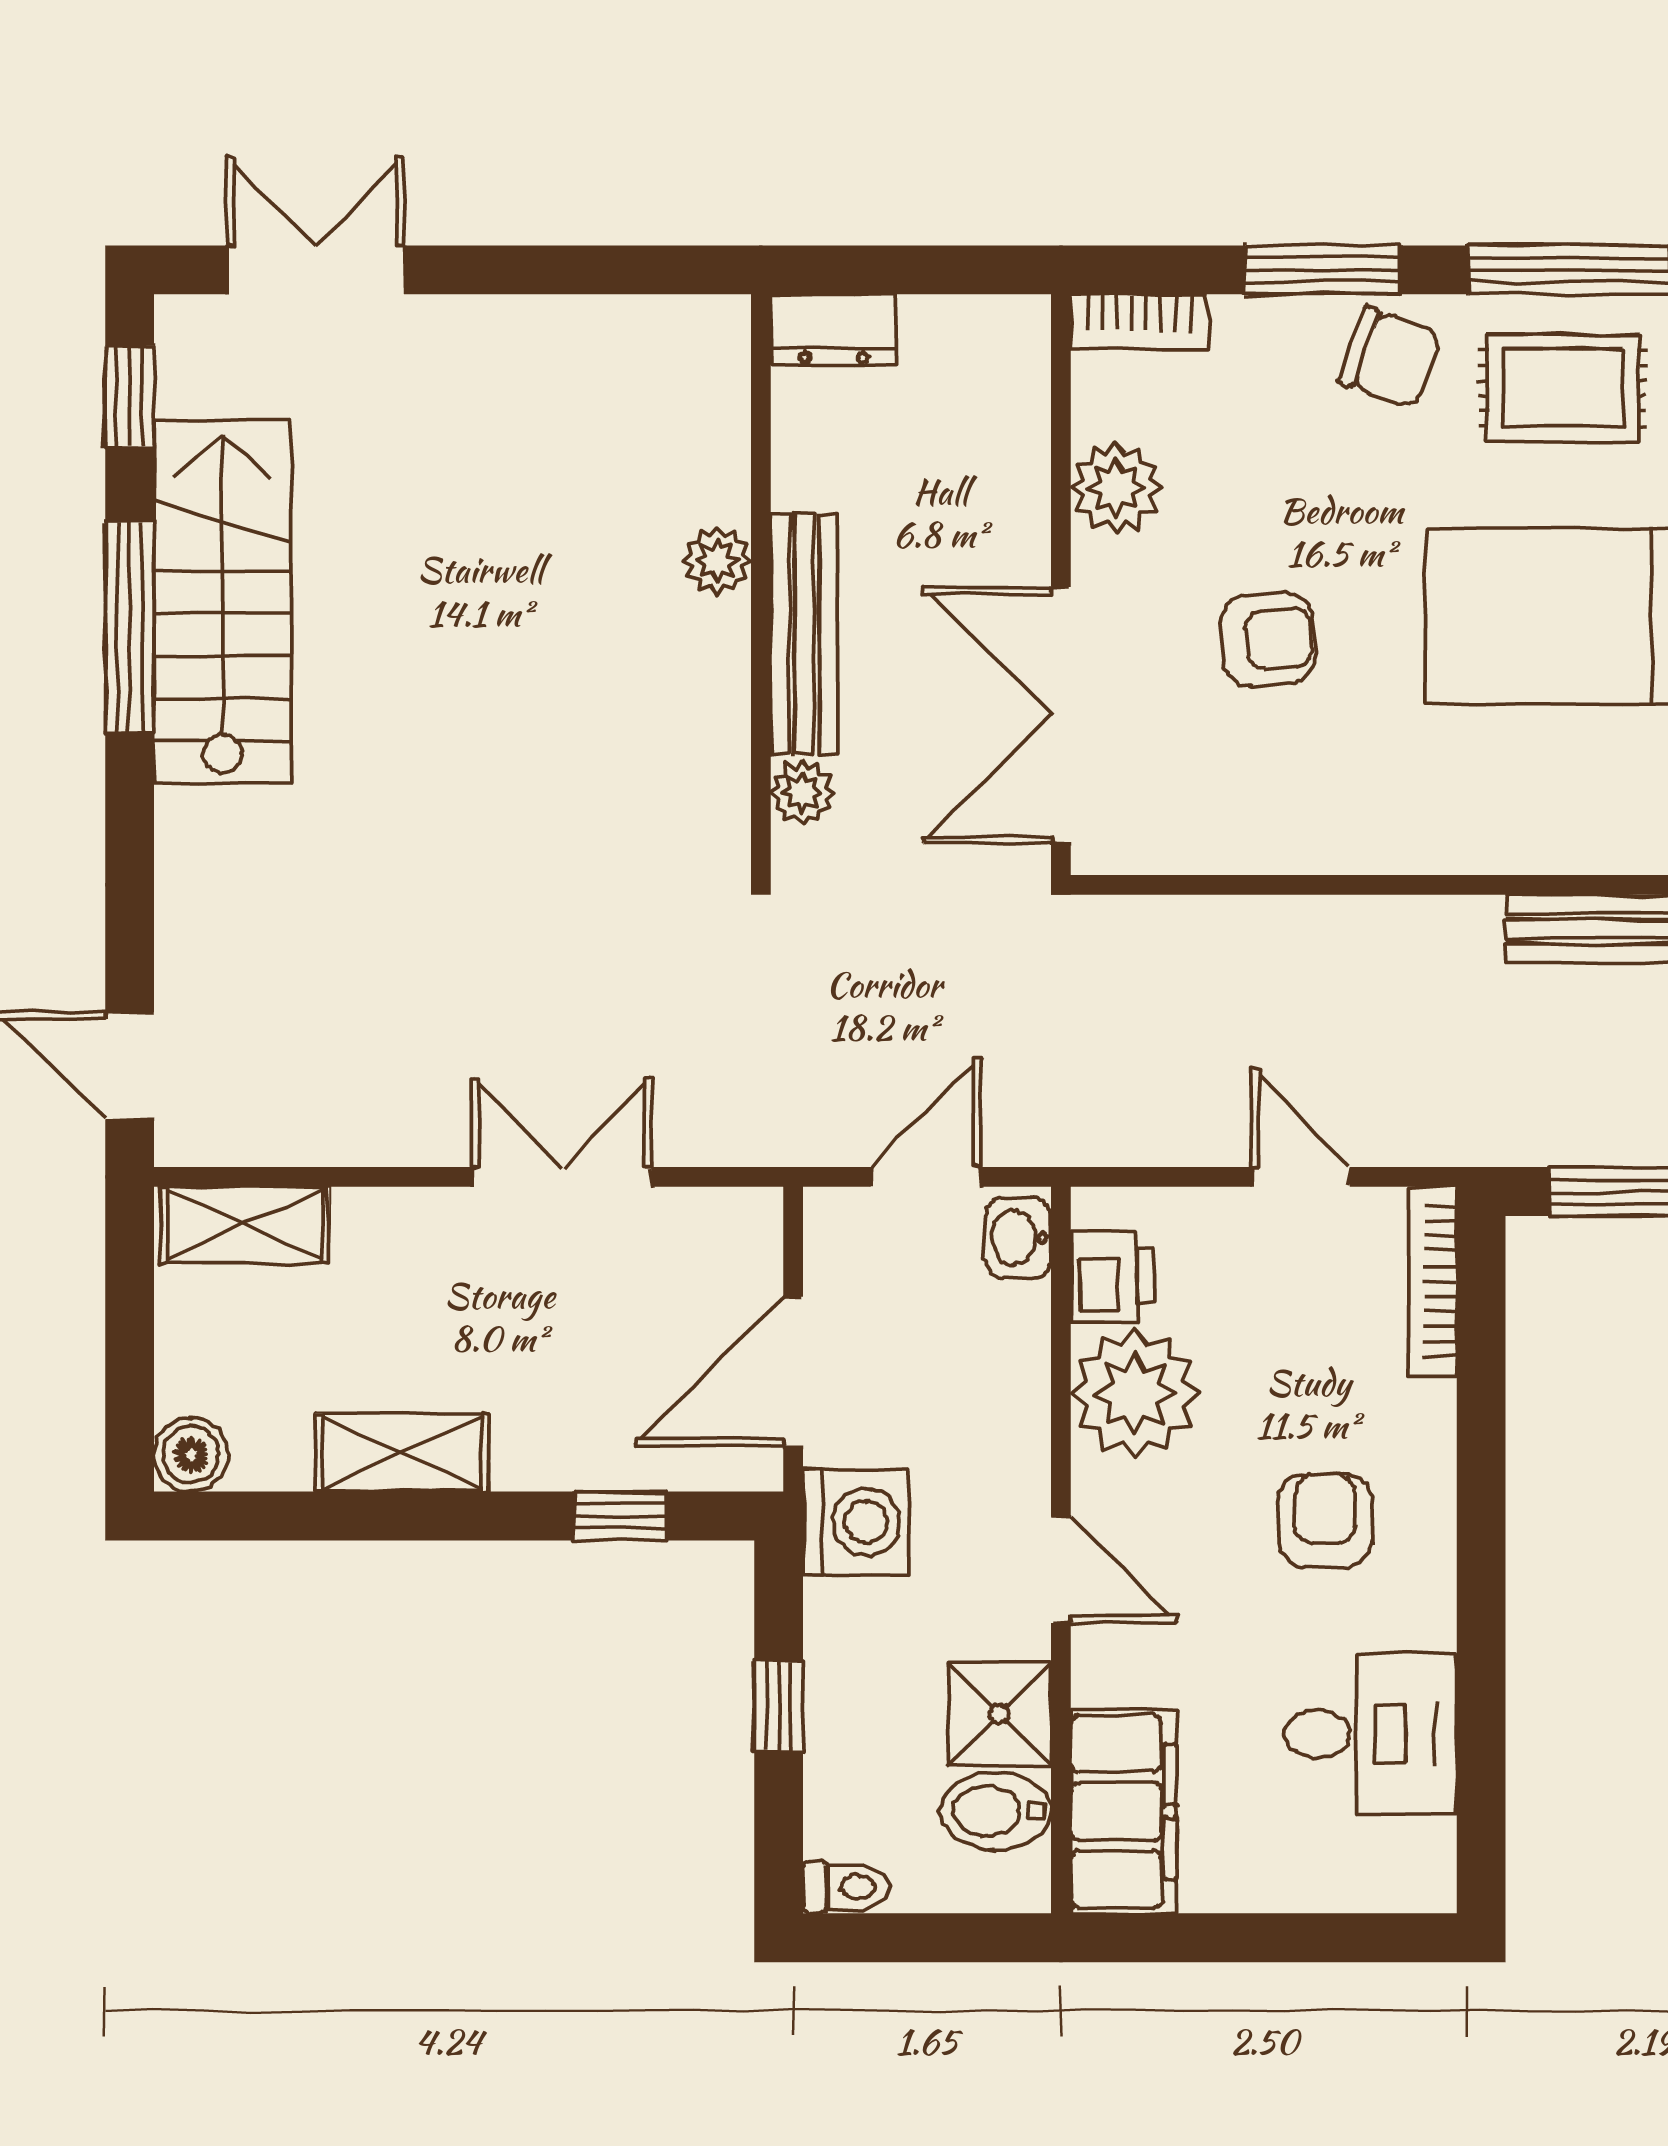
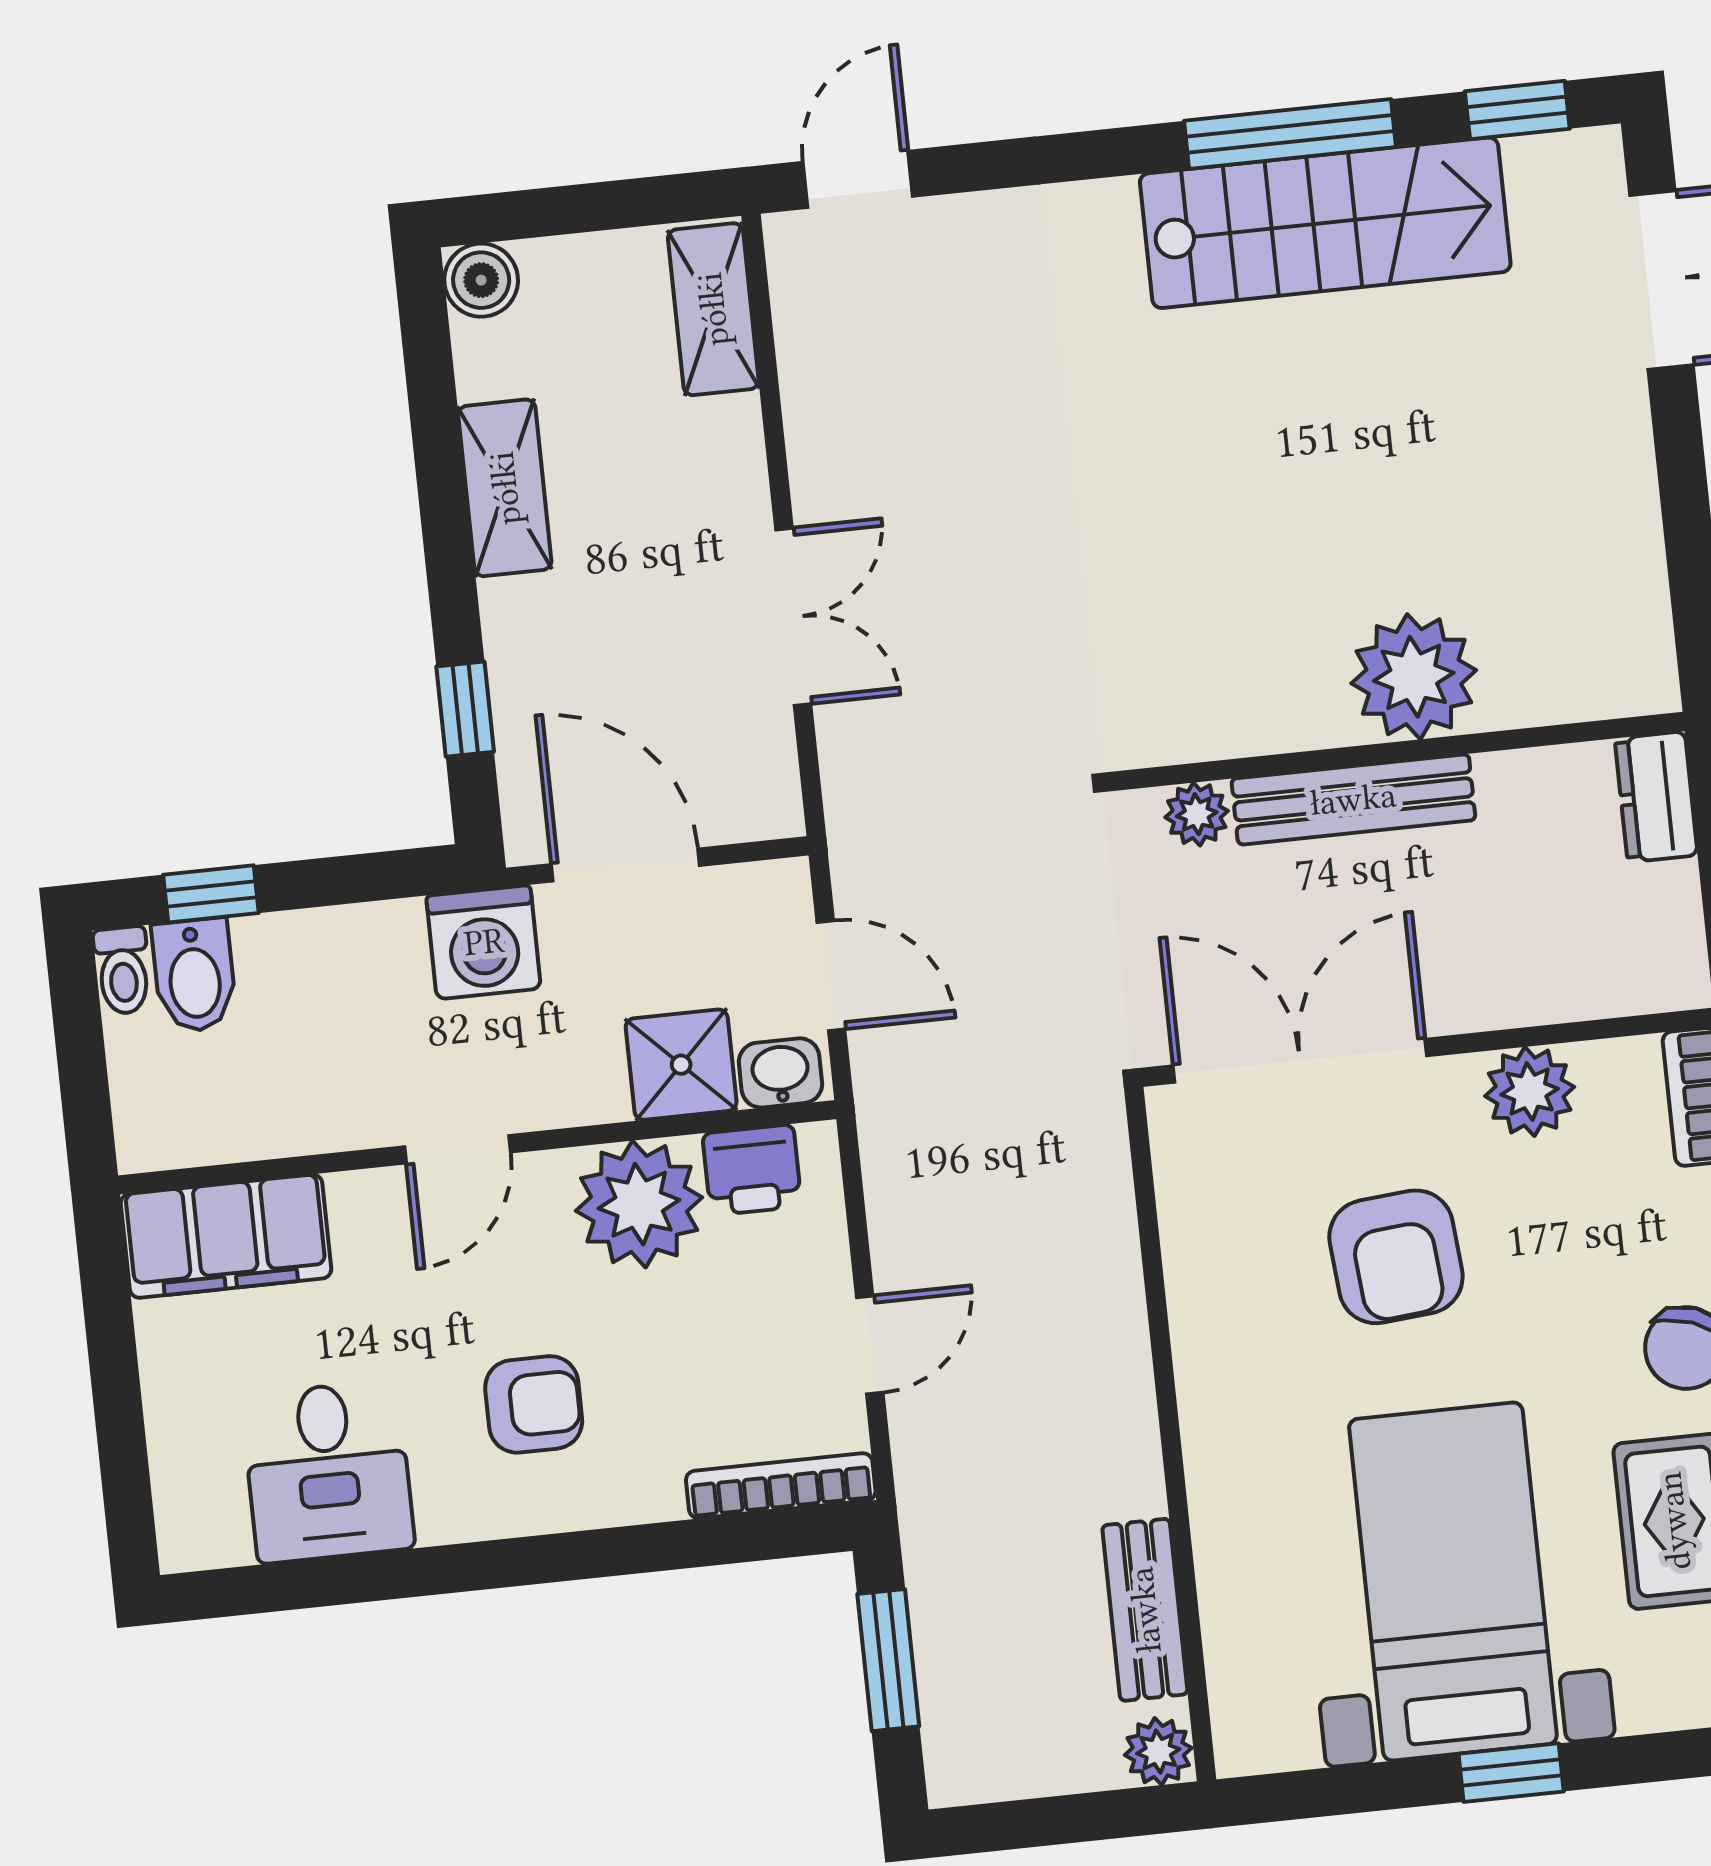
plant: (717, 560) -> (1414, 677), width x1.87, depth x1.87
armchair: (1268, 639) -> (1396, 1257), width x1.38, depth x1.38
window: (779, 1706) -> (211, 894), moved
shower: (1000, 1714) -> (681, 1065), moved
bidet: (996, 1811) -> (194, 975), moved, turned 180

